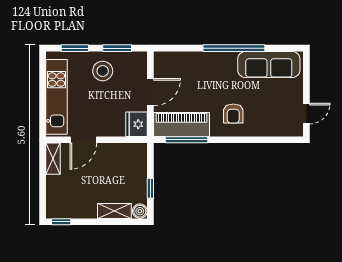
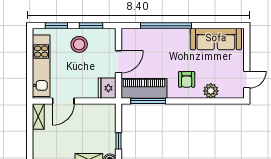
window: (234, 48) -> (166, 26), moved
plant: (263, 127) -> (211, 91), added

